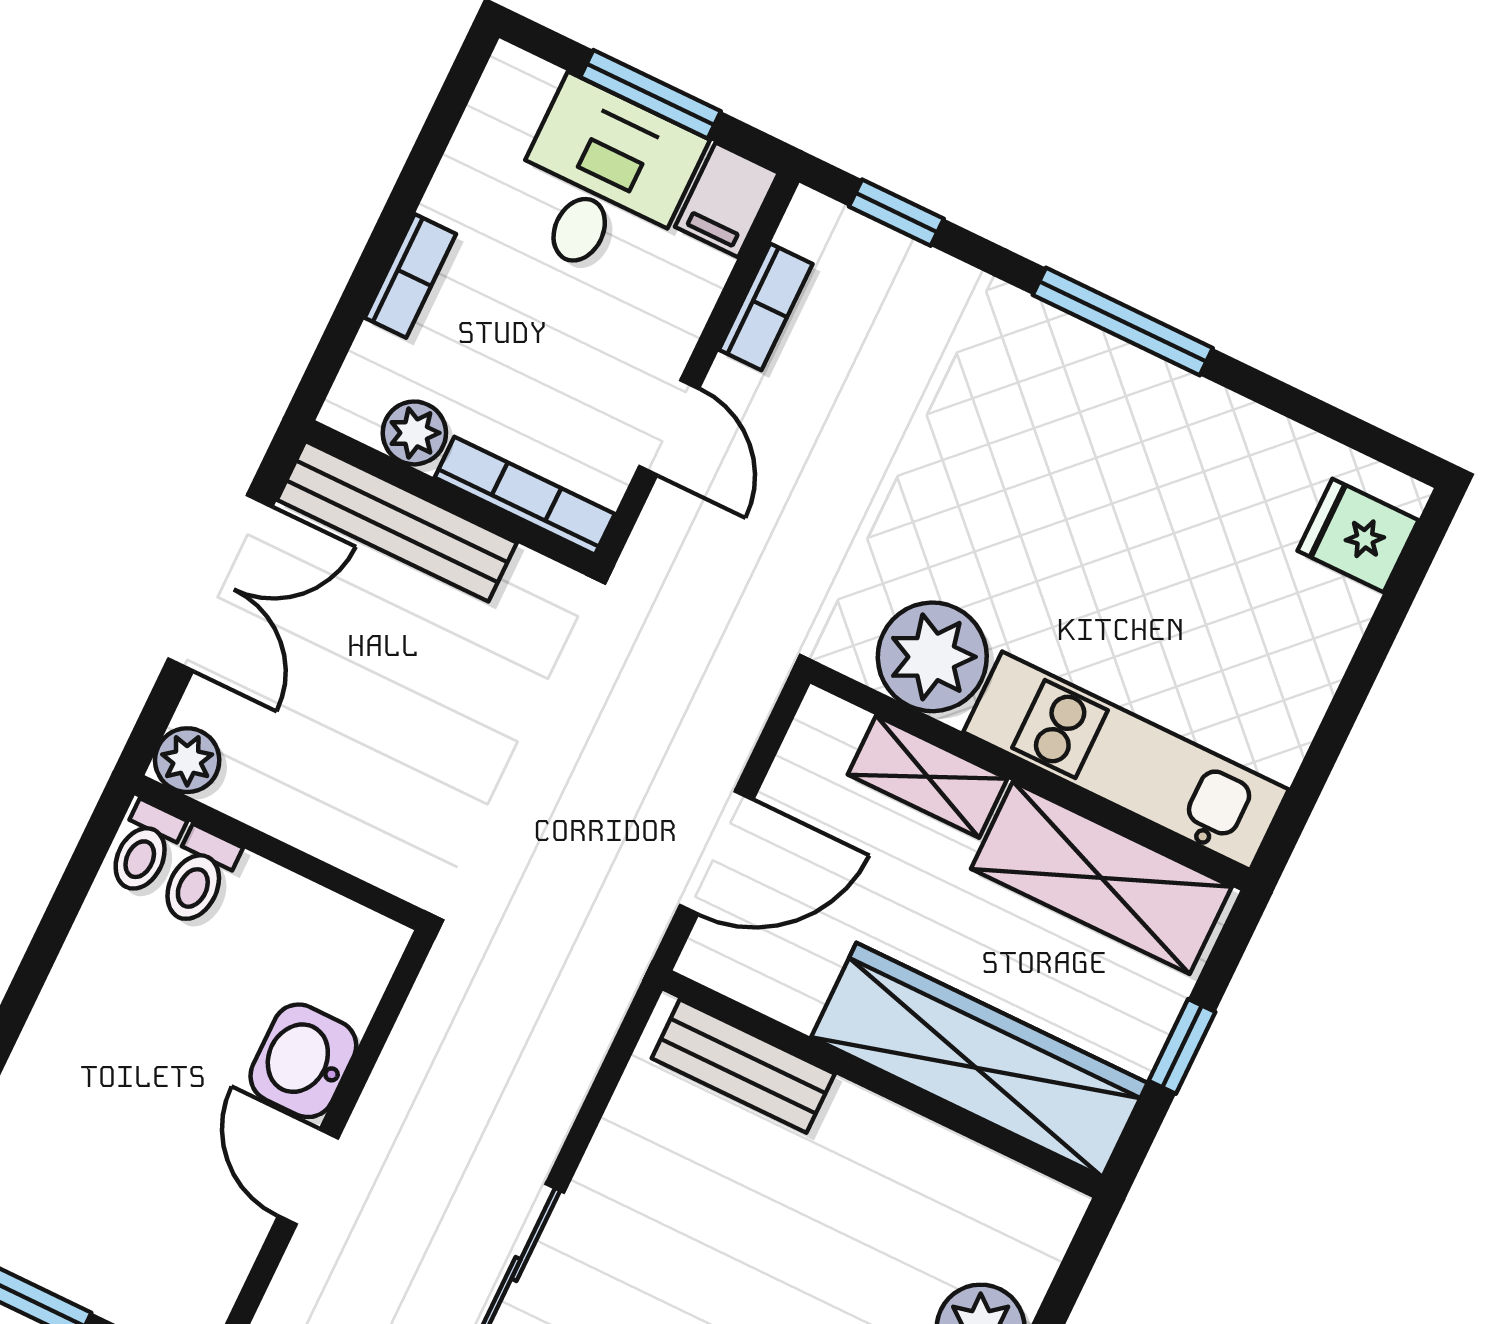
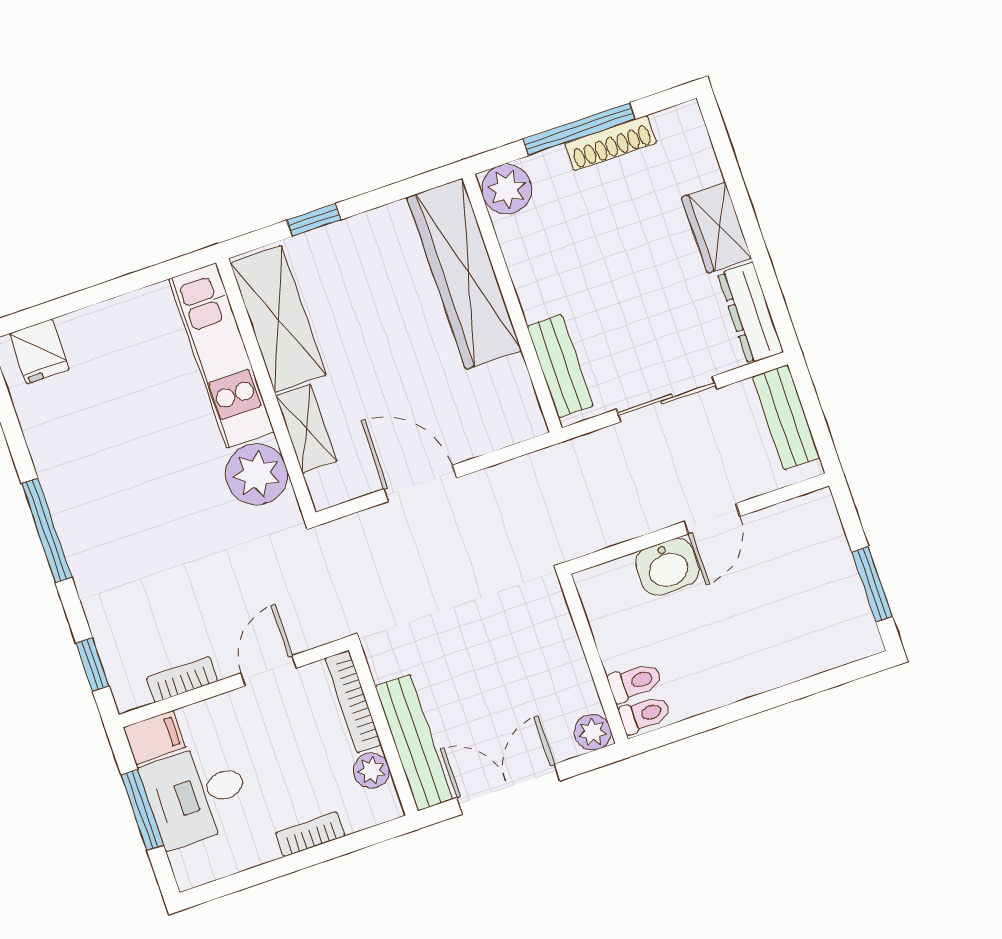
wardrobe: (979, 1060) -> (464, 274), moved
bench: (743, 1066) -> (560, 366), moved
wall: (882, 1084) -> (512, 303), moved

